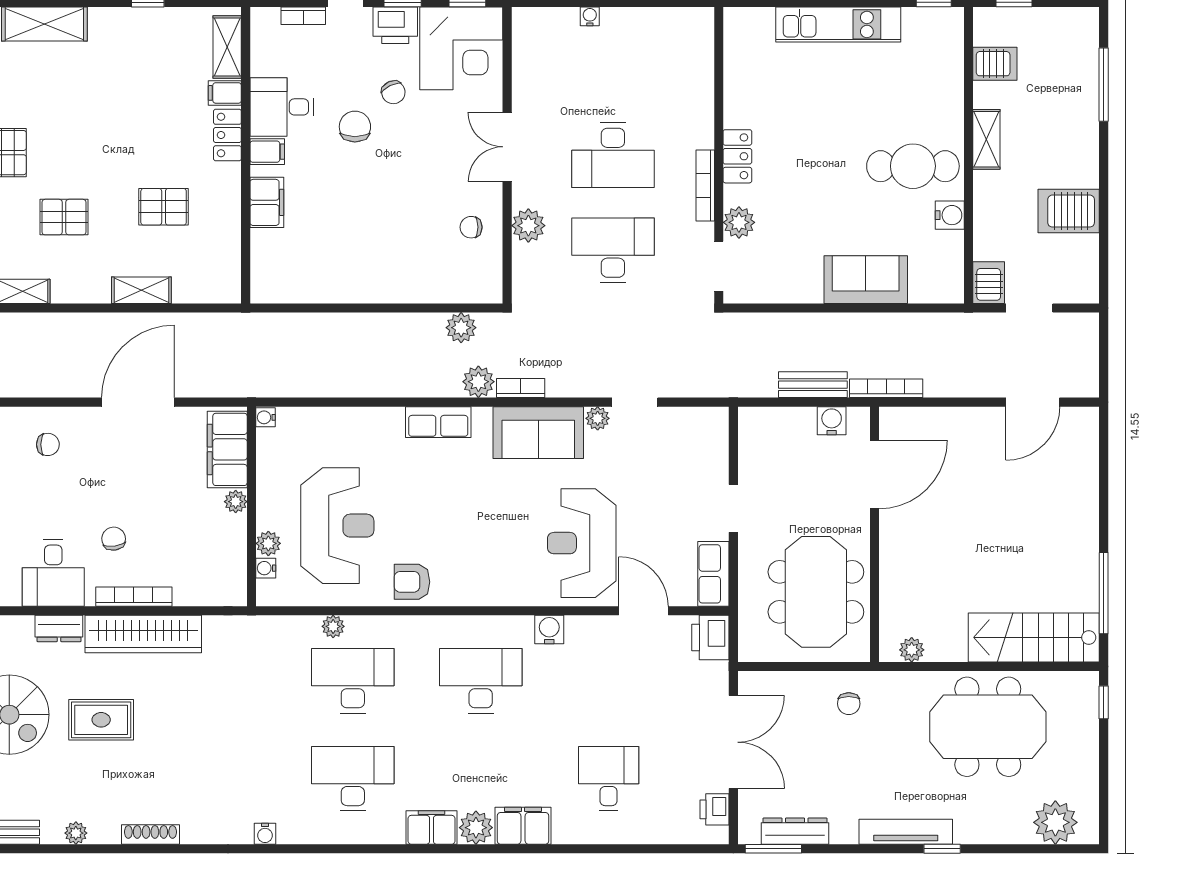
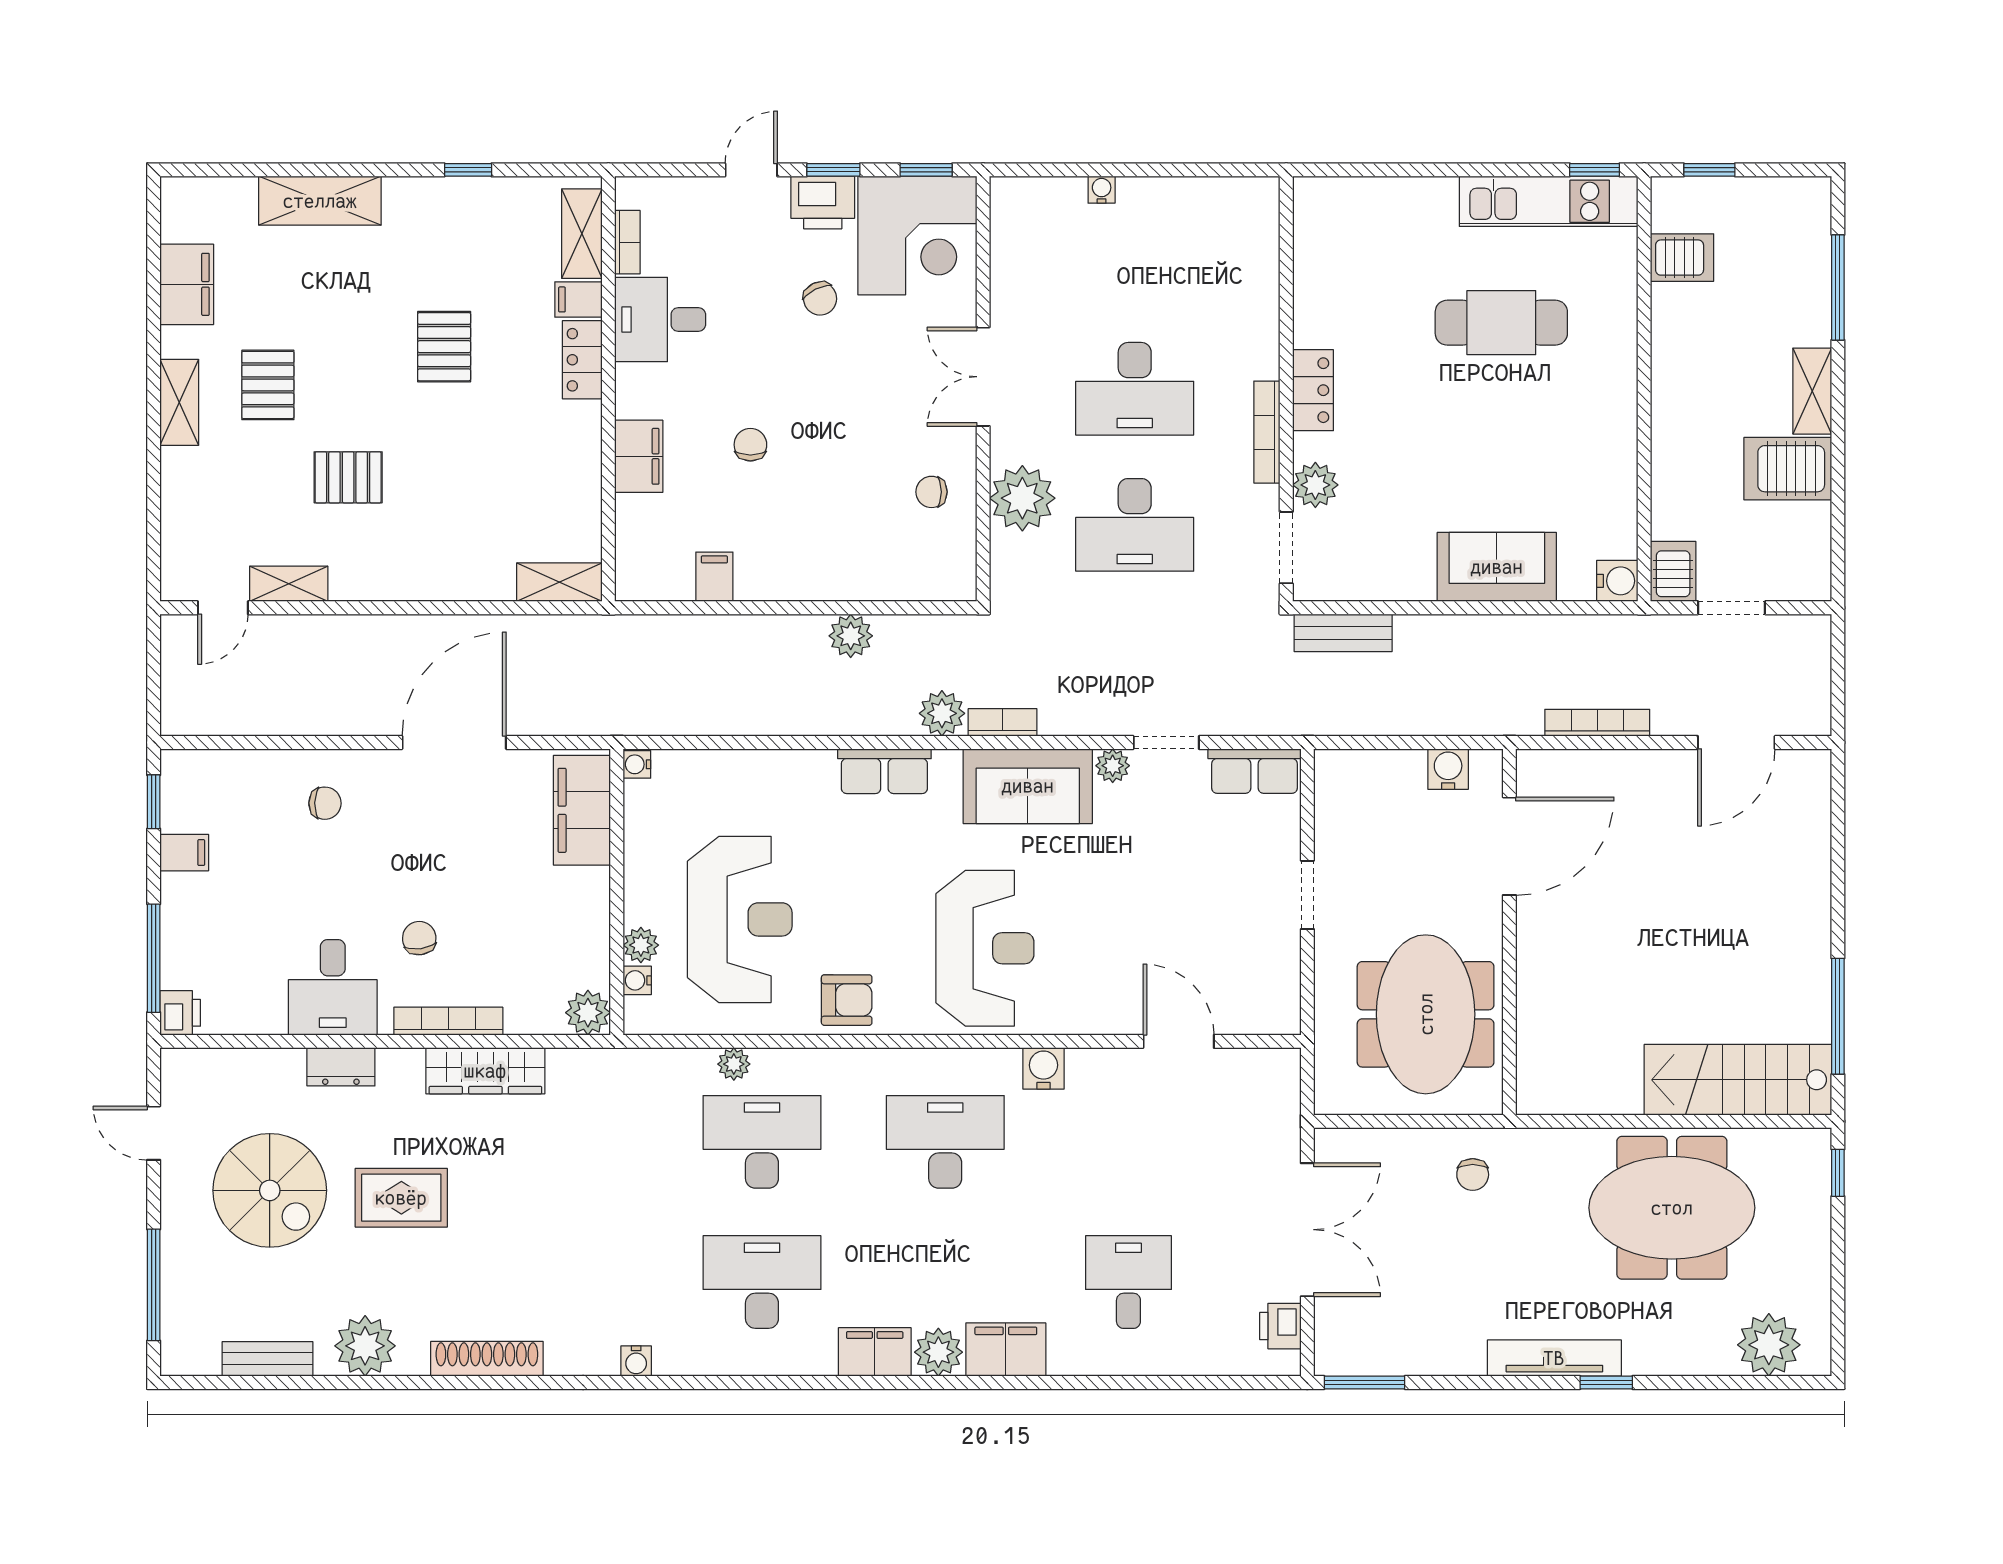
bookcase: (303, 16) -> (627, 242), moved, turned -90
kitchen unit: (838, 24) -> (1549, 201), moved
chair: (355, 127) -> (750, 445), moved, width x0.73, depth x0.73
shelving: (986, 139) -> (1812, 391), moved
filing cabinet: (267, 152) -> (714, 577), moved, turned -90
cafe table: (913, 166) -> (1501, 323), moved
pallet: (164, 207) -> (444, 347), moved, turned 90
water cooler: (950, 215) -> (1617, 581), moved
plant: (528, 226) -> (1022, 498), width x1.36, depth x1.36
desk: (613, 250) -> (1135, 525), turned 180
shelving: (141, 290) -> (559, 582), moved
plant: (461, 328) -> (851, 636), moved
bench: (813, 385) -> (1343, 633), moved
bookcase: (886, 388) -> (1597, 723), moved
plant: (236, 502) -> (588, 1013), moved, width x1.38, depth x1.38
reception desk: (582, 543) -> (985, 948), moved, turned 180
row of seats: (713, 574) -> (1255, 771), moved, turned -90
armchair: (412, 582) -> (847, 1000), turned 180
wardrobe: (143, 634) -> (485, 1071), width x0.71, depth x0.85
printer: (710, 638) -> (1274, 1080), removed
plant: (912, 650) -> (1563, 1097), removed
dresser: (795, 831) -> (1396, 1357), removed
plant: (76, 833) -> (365, 1346), width x1.88, depth x1.88
shoe rack: (150, 835) -> (487, 1359), width x1.36, depth x1.24

